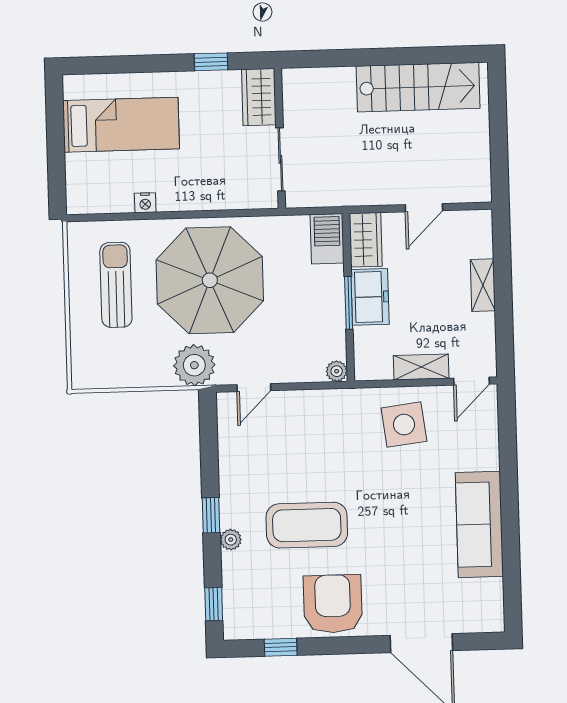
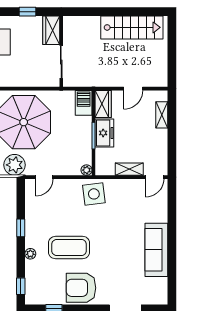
shelving: (483, 285) -> (162, 115), moved
side table: (404, 425) -> (94, 194), moved
window: (211, 515) -> (21, 228), moved
armchair: (333, 604) -> (81, 288), turned -90

